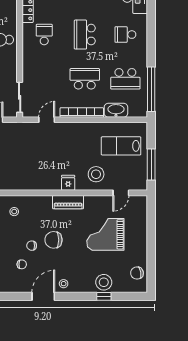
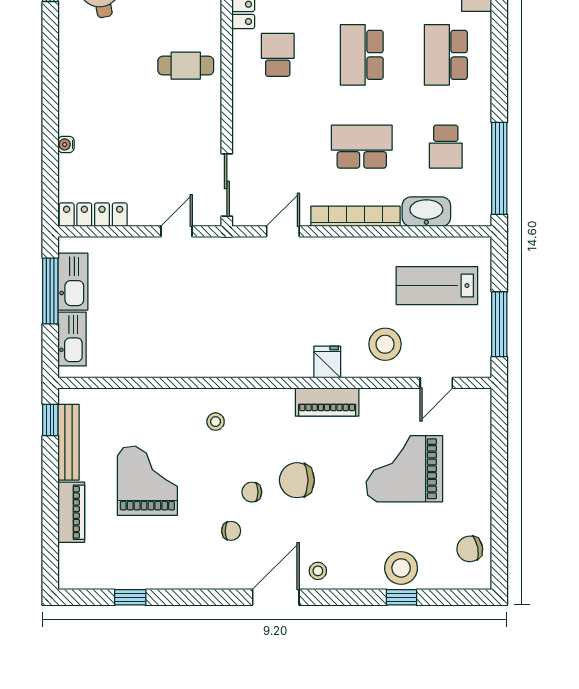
school desk: (125, 35) -> (446, 55), width x1.85
school desk: (125, 79) -> (446, 147), width x0.54

